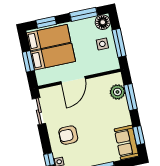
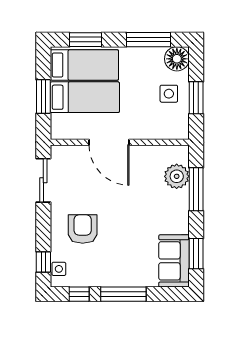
window: (119, 43) -> (196, 98), width x0.69
door: (73, 80) -> (109, 142), hinge flipped
armchair: (68, 135) -> (83, 229), turned 90

